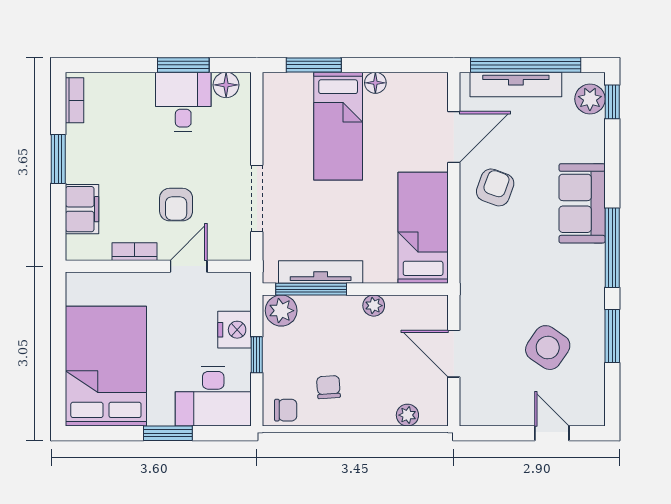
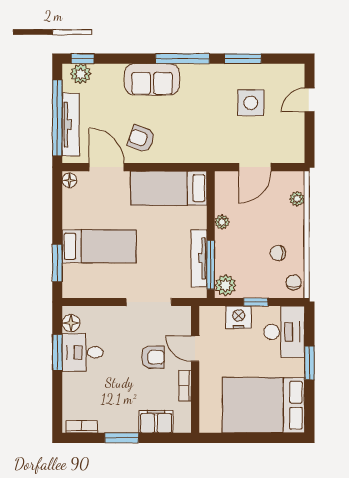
floor lamp: (375, 83) -> (70, 180), moved
side table: (548, 348) -> (251, 103), turned -34

